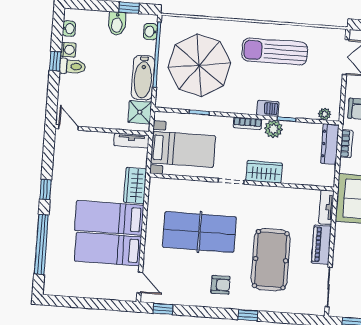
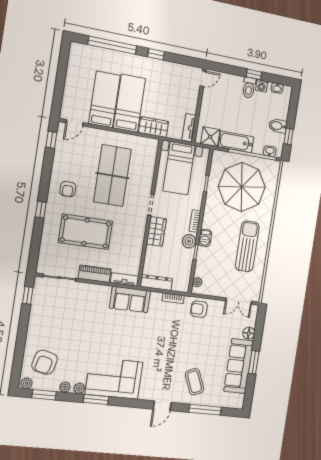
dresser: (330, 144) -> (156, 283), moved

